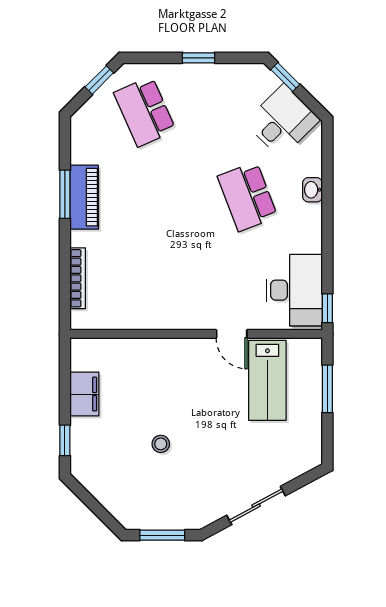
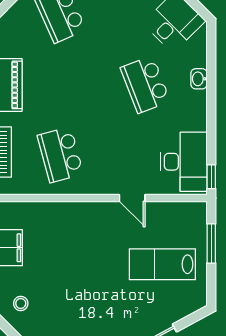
school desk: (145, 282) -> (60, 155), added
lab bench: (267, 380) -> (162, 264), moved, turned 90
stool: (161, 444) -> (21, 303), moved

